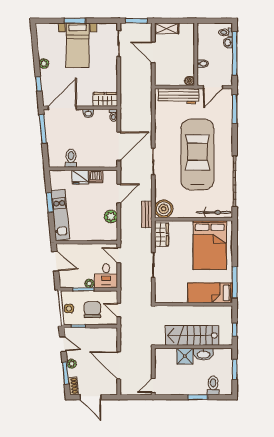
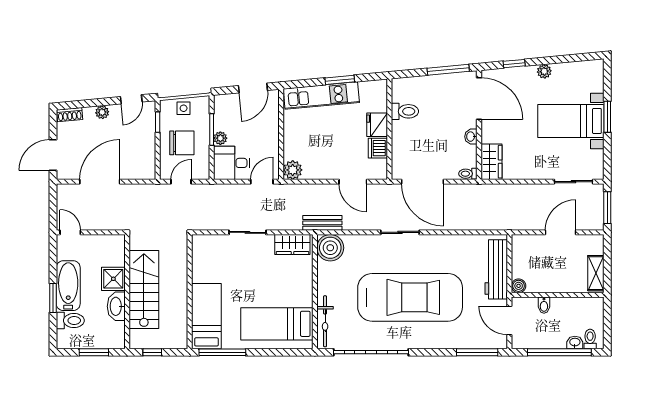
shelving: (167, 28) -> (596, 273), moved
plant: (111, 216) -> (293, 170), moved
bed: (210, 245) -> (277, 324), width x0.67
window: (66, 373) -> (88, 103), removed
bathtub: (189, 387) -> (68, 286), added
door: (91, 397) -> (53, 155), moved

